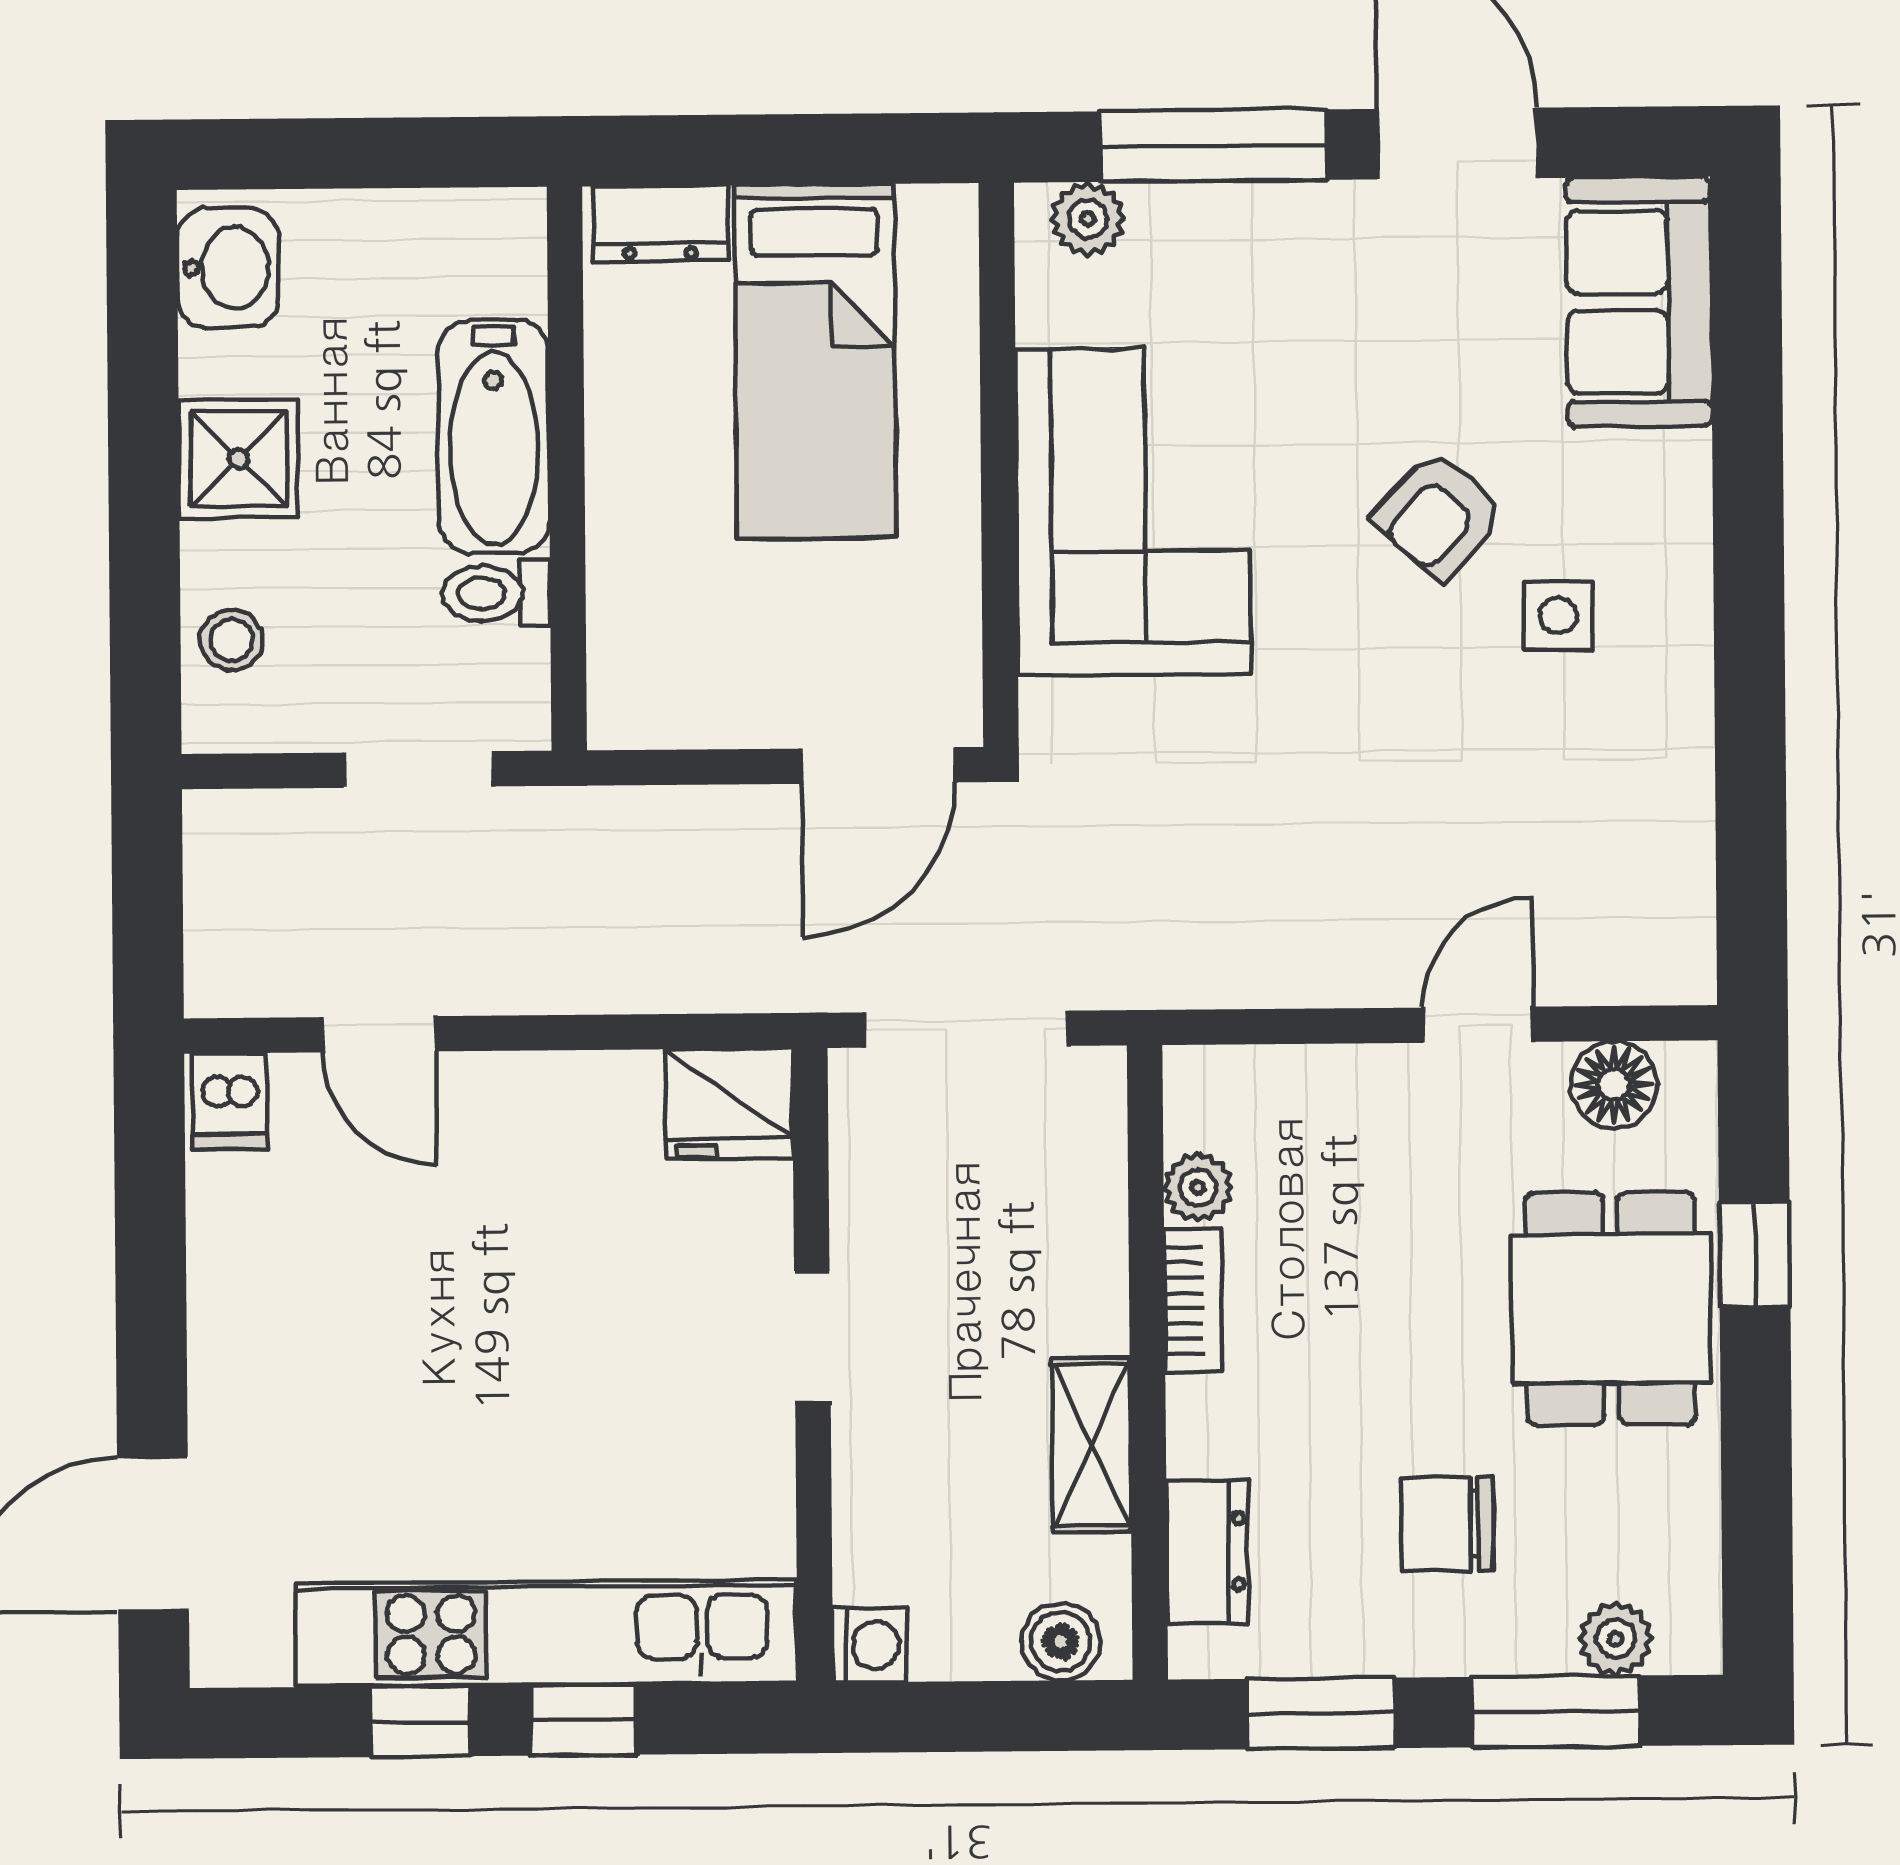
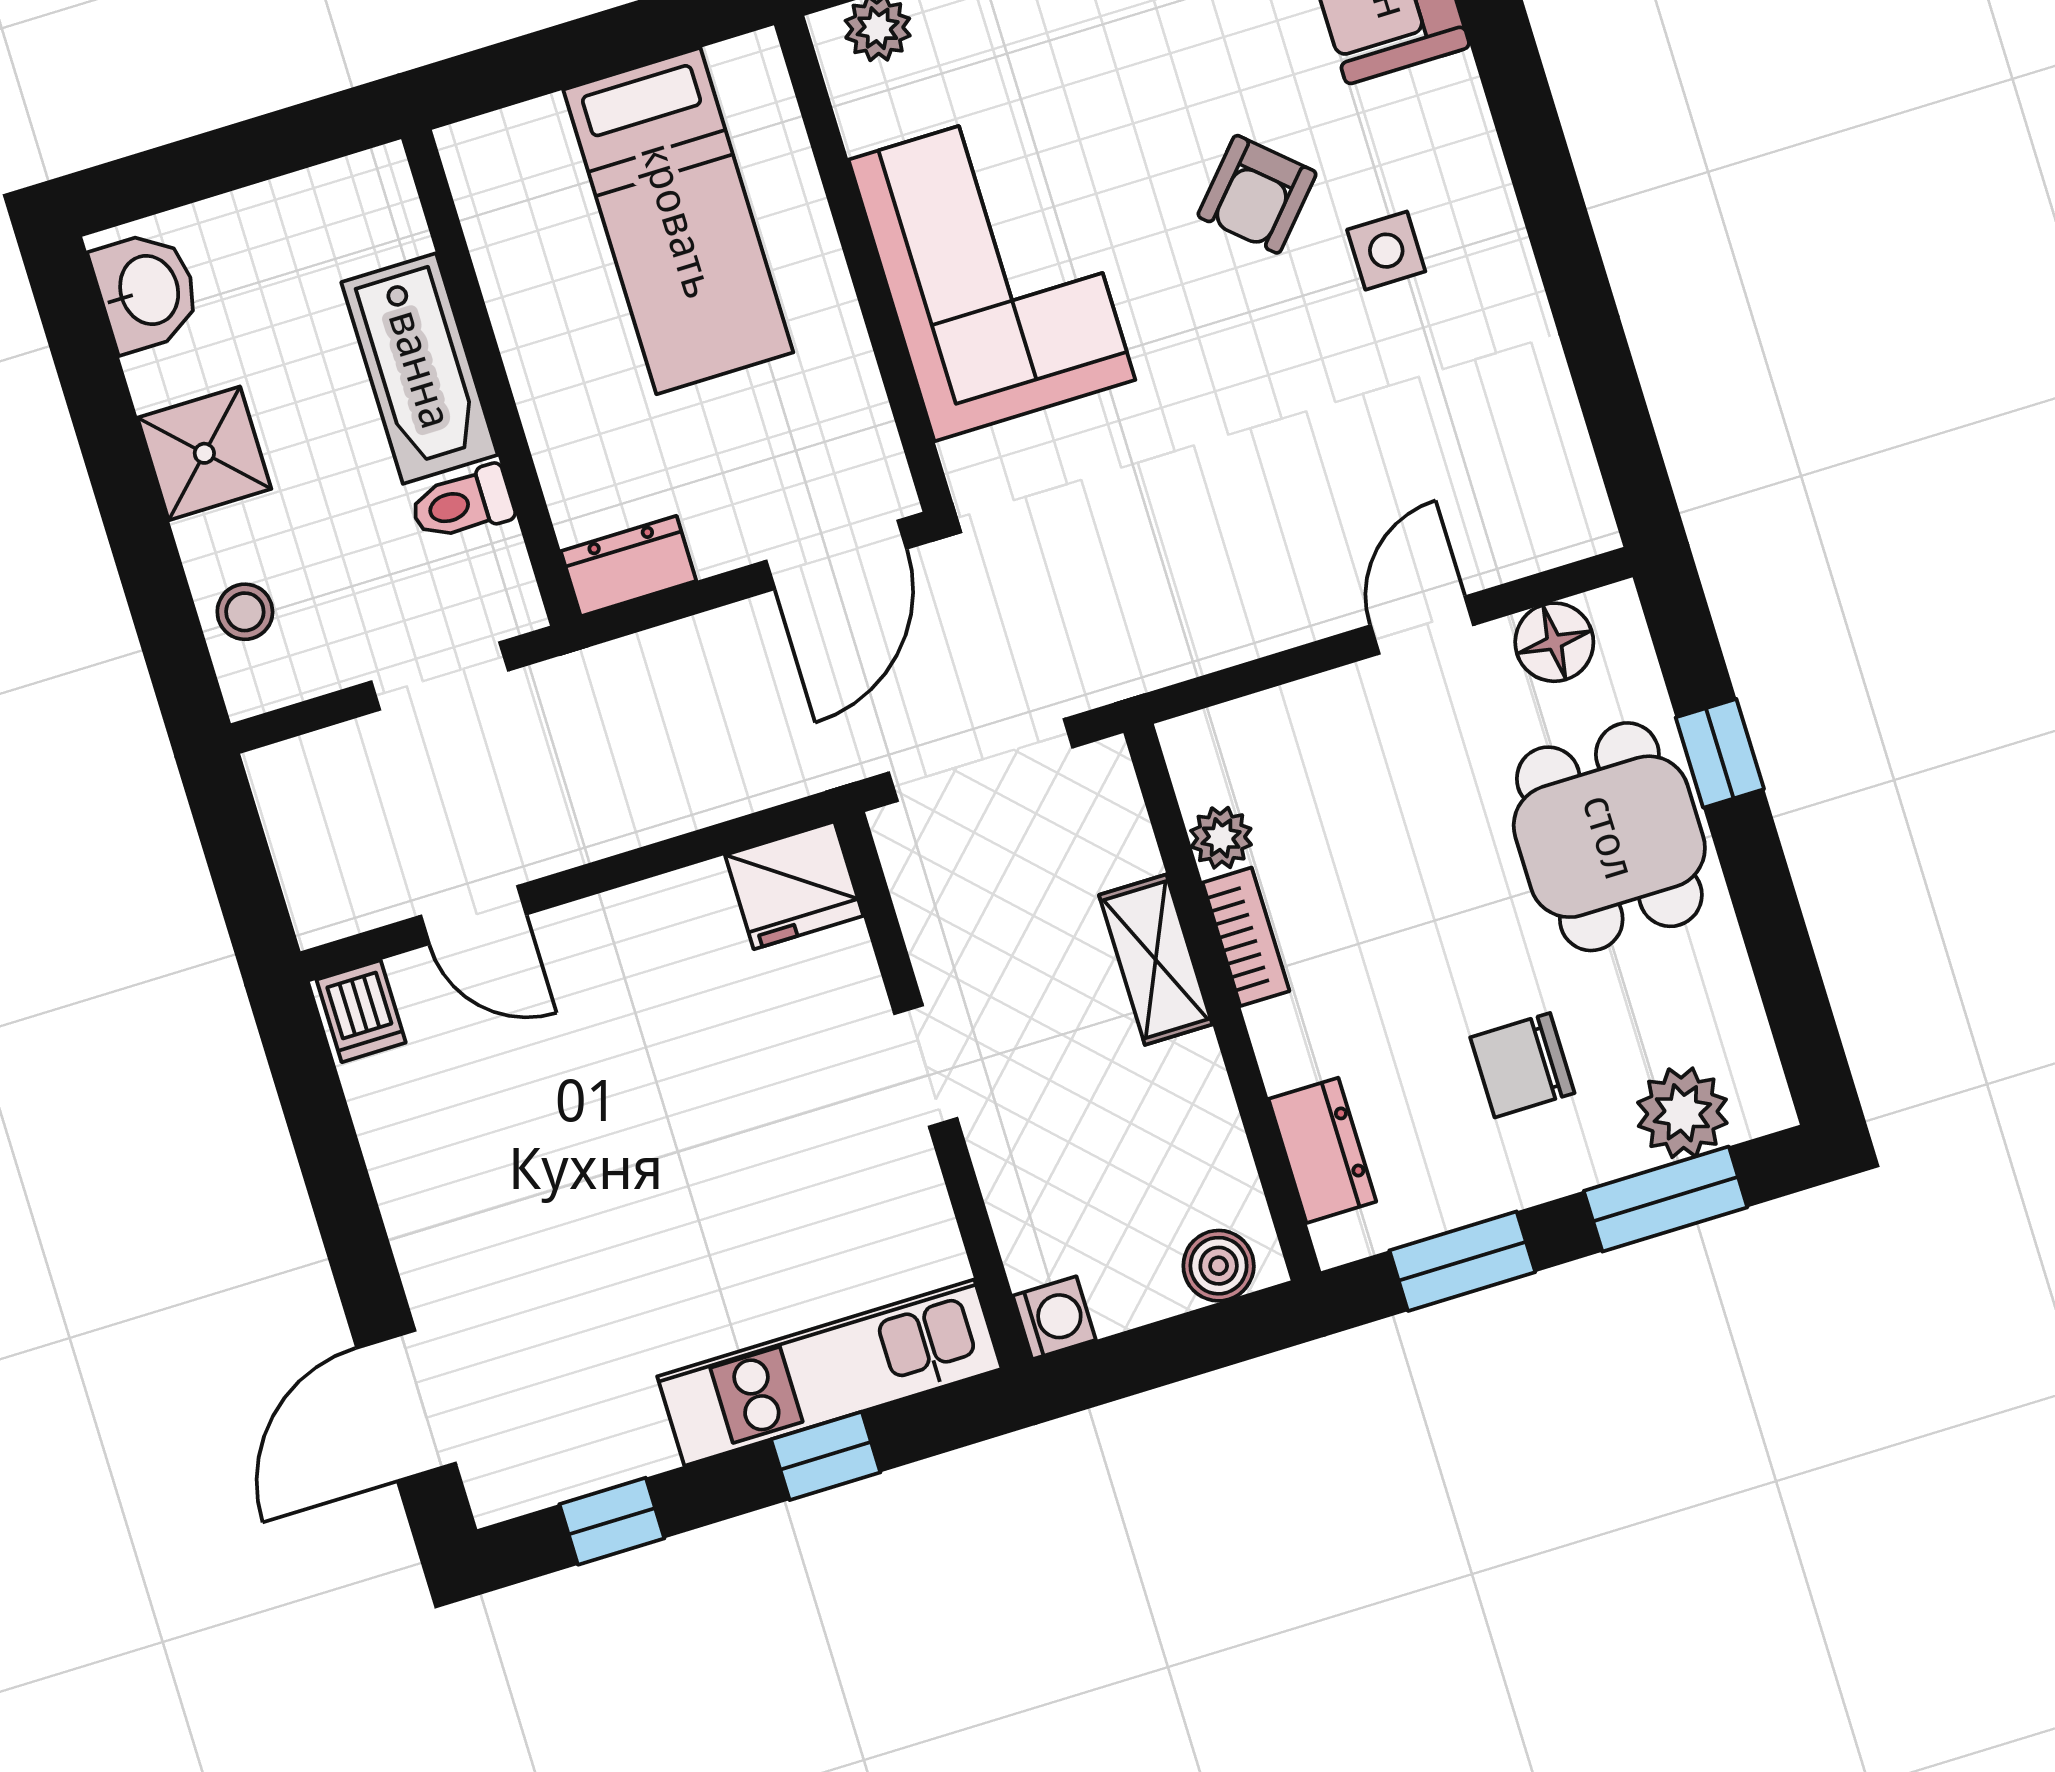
dresser: (660, 224) -> (629, 566), moved, turned 180
shelving: (1091, 1445) -> (1156, 960), moved
kitchen unit: (546, 1633) -> (829, 1373), width x0.73
plant: (1616, 1639) -> (1682, 1113), width x1.38, depth x1.38
window: (420, 1721) -> (612, 1521), moved

